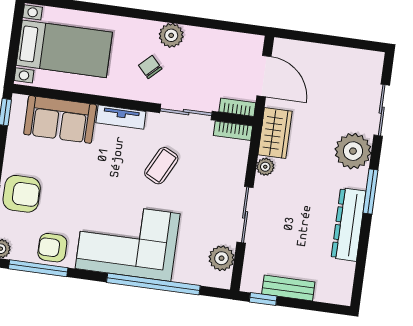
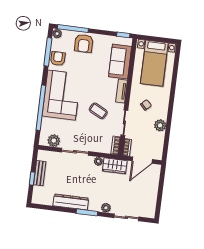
plant: (171, 35) -> (160, 125), moved
plant: (353, 151) -> (106, 208), width x0.53, depth x0.53
window: (263, 299) -> (32, 179), moved

